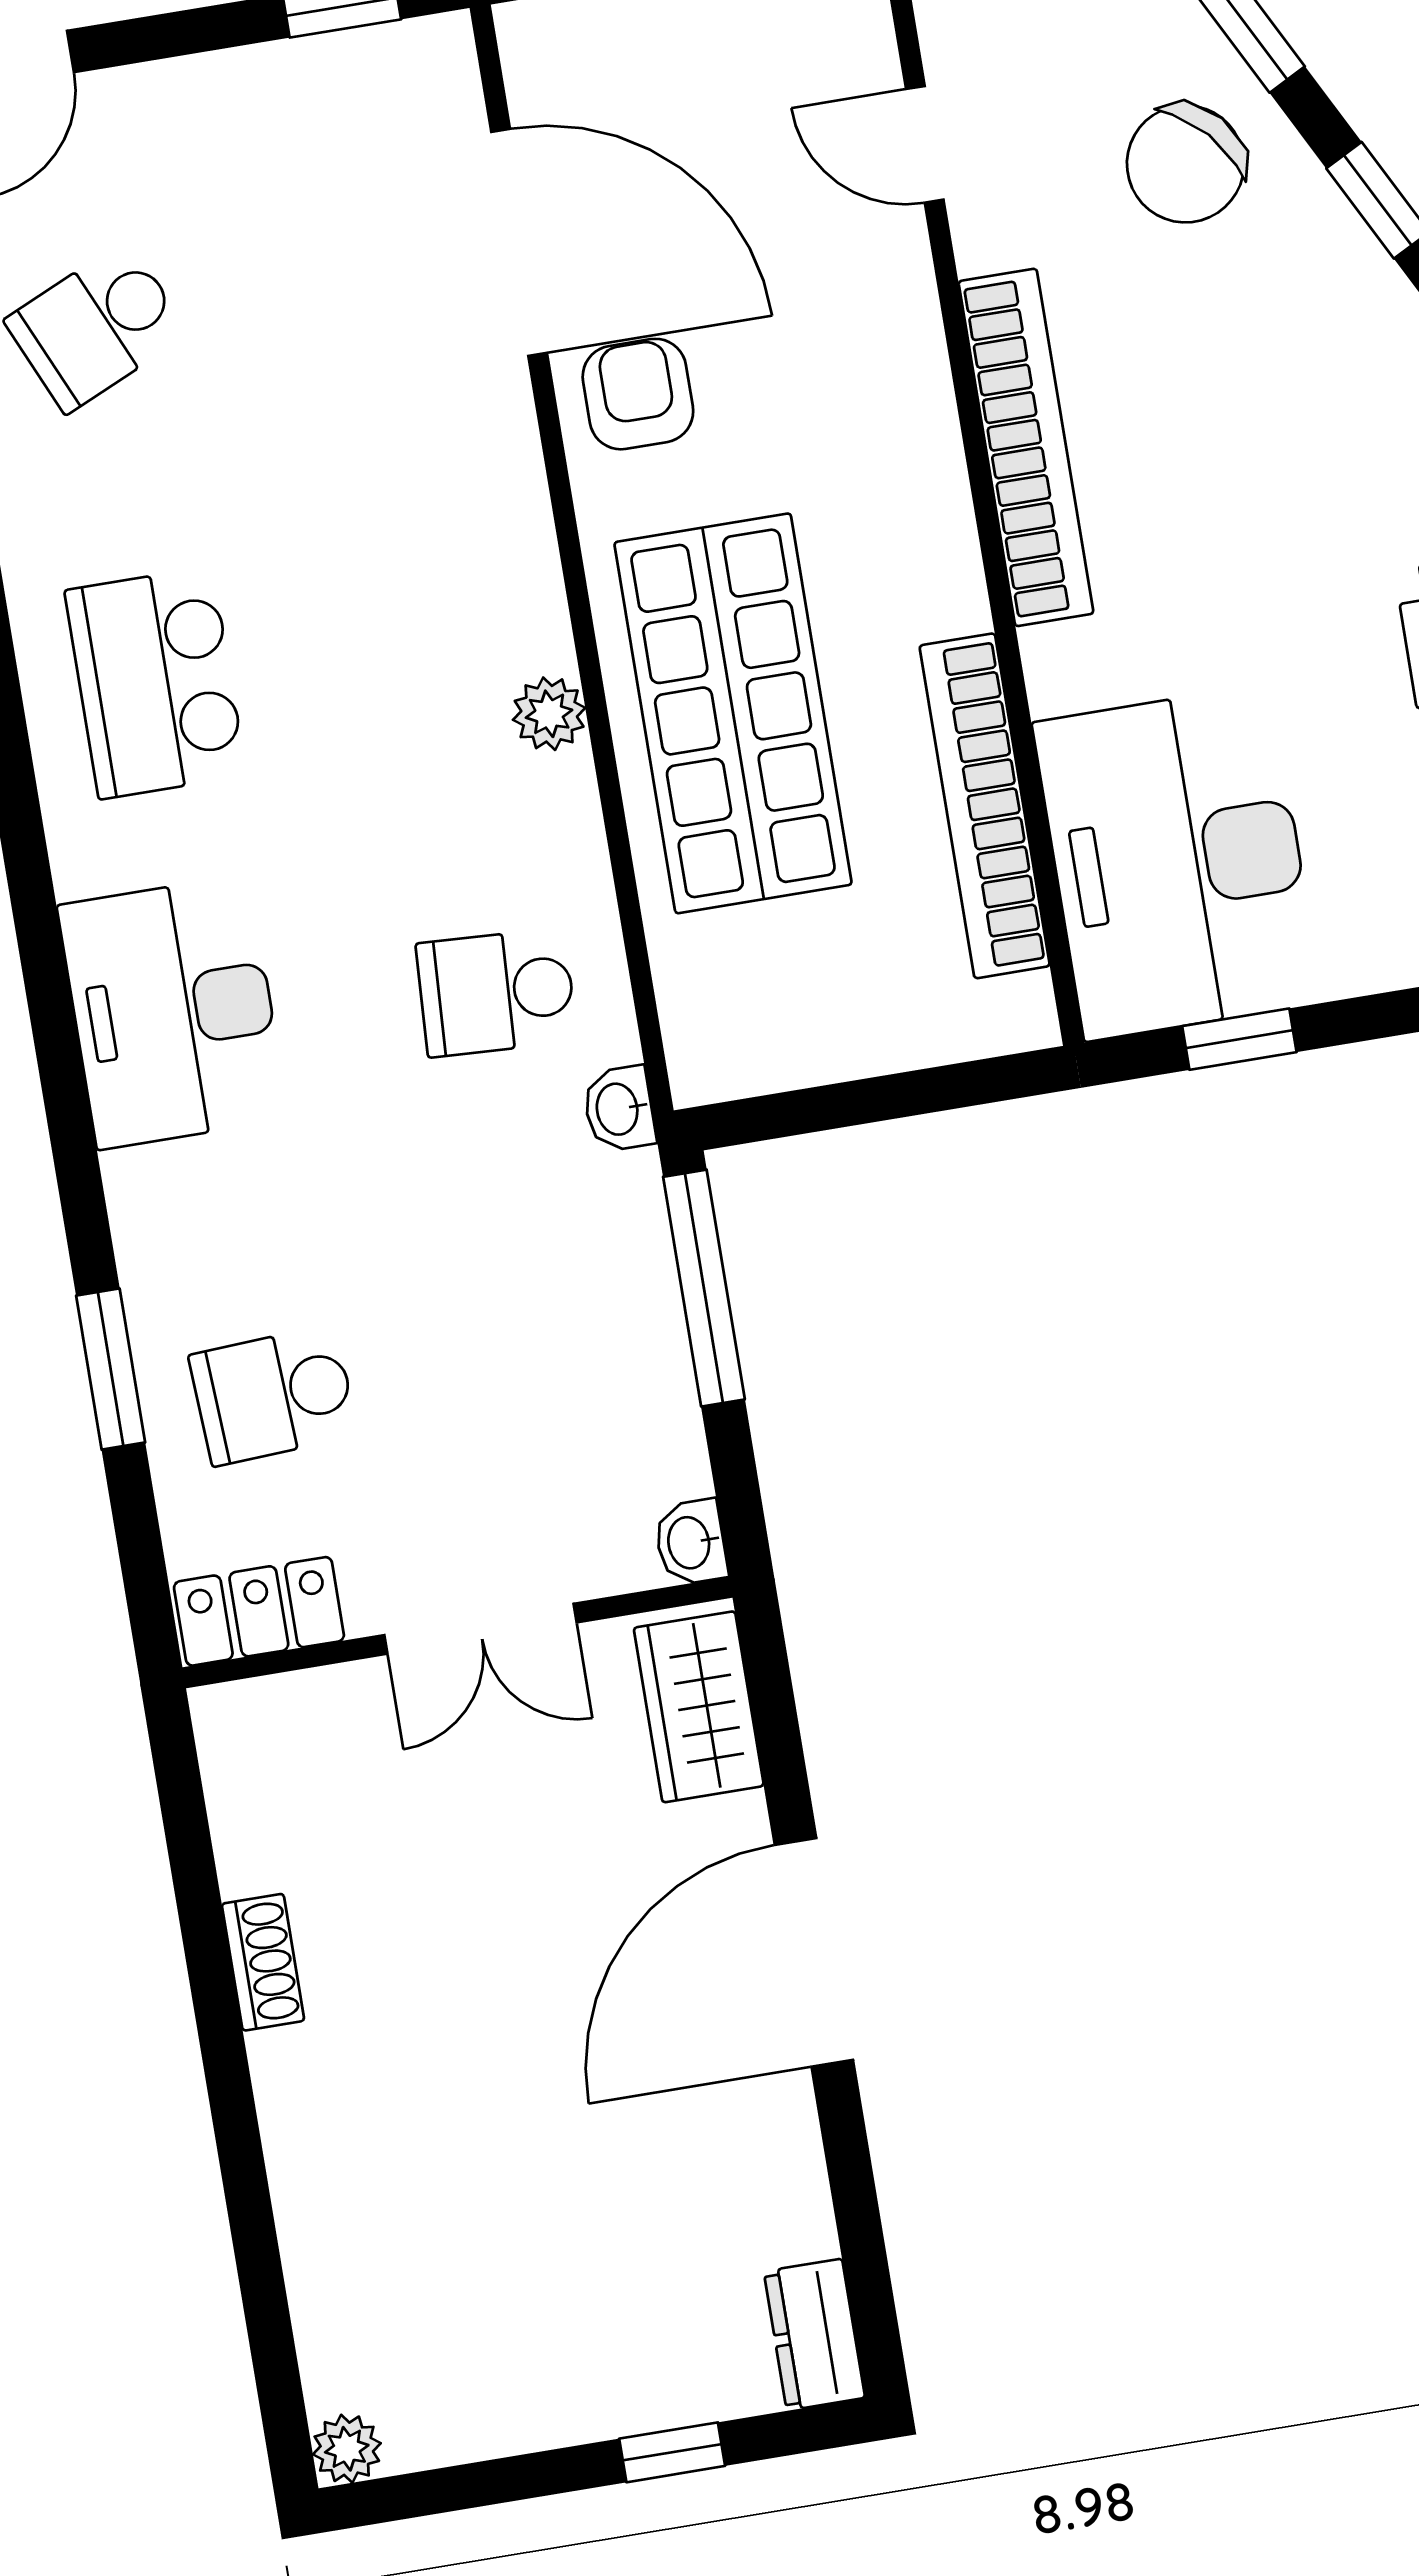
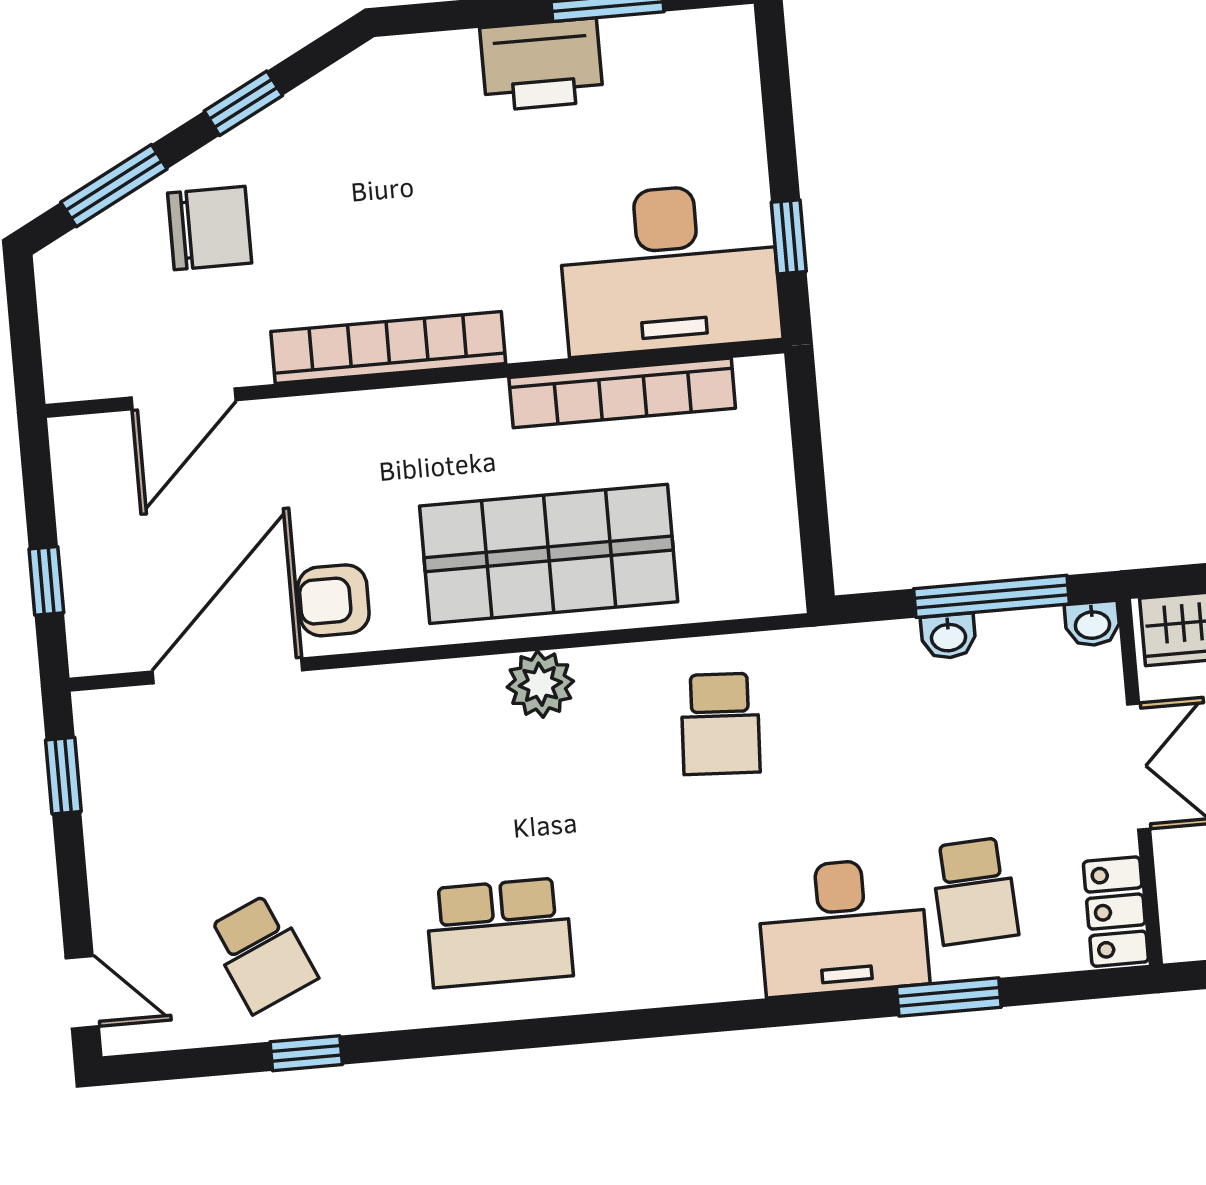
door: (925, 144) -> (183, 399), width x1.38
chair: (1185, 164) -> (210, 228), turned -48
plant: (549, 714) -> (540, 684), width x1.38, depth x1.38
desk: (173, 1012) -> (843, 927), moved
washbasin: (619, 1109) -> (948, 636), moved
window: (704, 1288) -> (992, 596), moved

